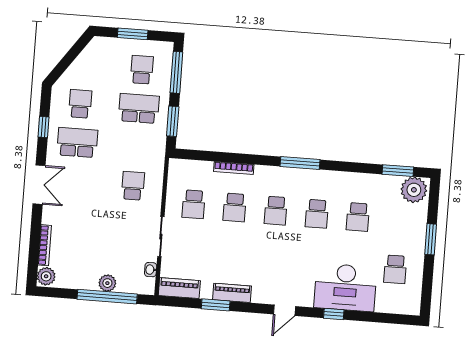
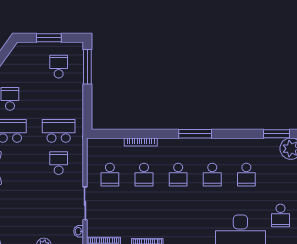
school desk: (139, 108) -> (59, 131), moved
window: (173, 121) -> (87, 107), removed

